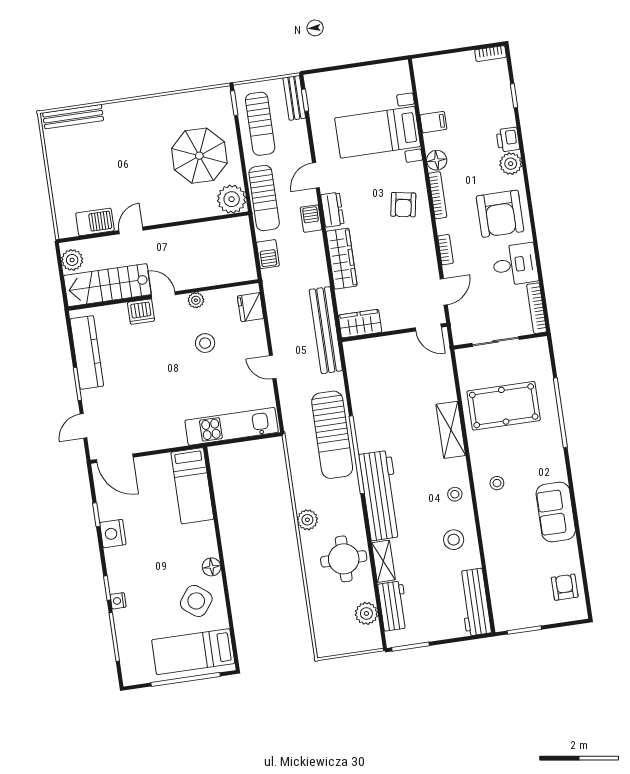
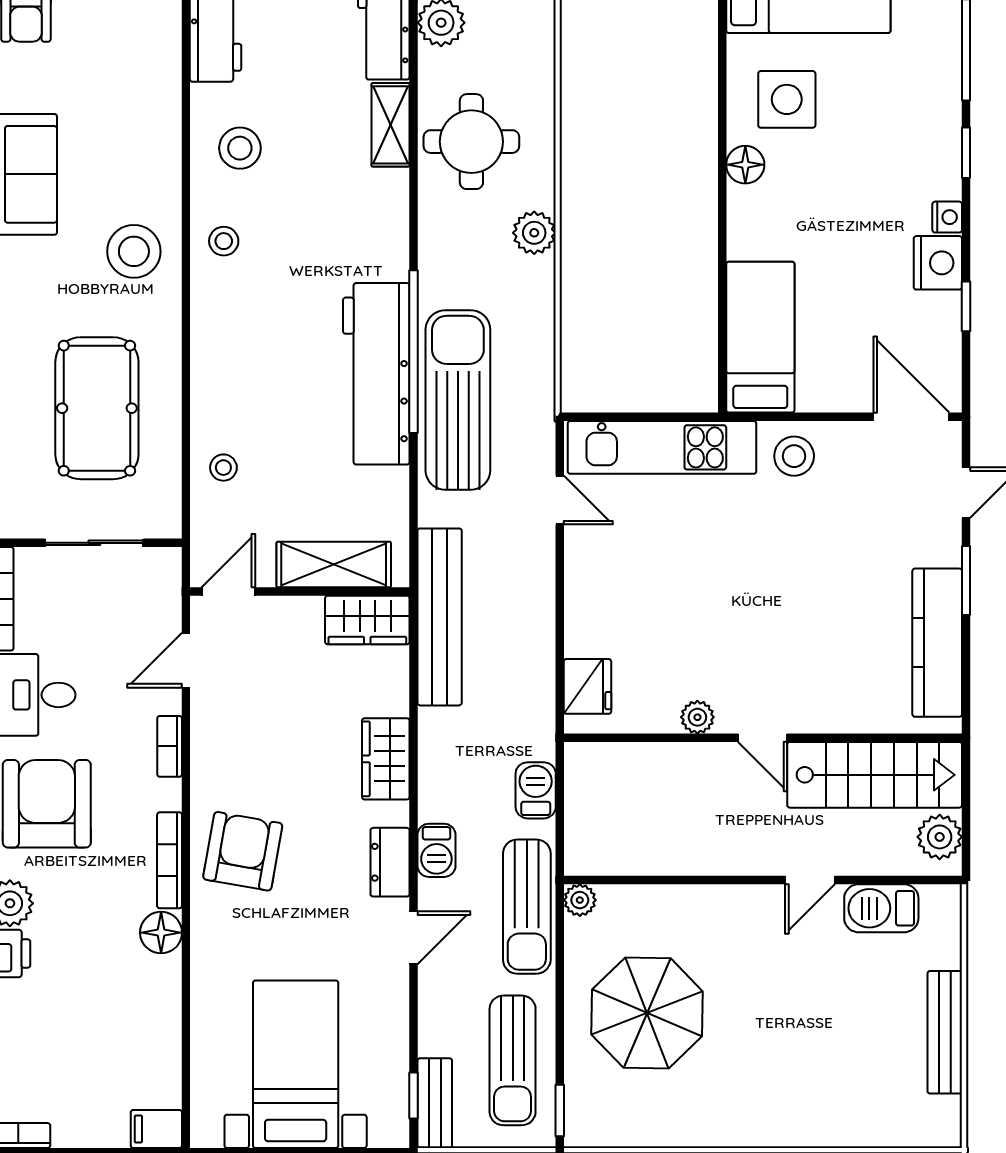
bench: (73, 117) -> (945, 1032), moved, turned 90
filing cabinet: (433, 122) -> (156, 1129), moved
sun lounger: (260, 124) -> (513, 1060), turned 180
bed with nightstands: (378, 132) -> (296, 1064), moved, turned -90
sun lounger: (264, 198) -> (527, 907), turned 180
plant: (232, 199) -> (580, 900), width x0.53, depth x0.53
armchair: (403, 205) -> (243, 851), width x1.38, depth x1.38
wardrobe: (342, 259) -> (386, 759), width x0.67
dishwasher: (141, 312) -> (814, 710), removed
door: (428, 327) -> (228, 592), hinge flipped
stool: (205, 343) -> (794, 456), moved
door: (273, 367) -> (560, 500), moved
stool: (439, 386) -> (223, 468), added
pool table: (504, 406) -> (97, 408), turned 90
shelving: (451, 430) -> (334, 565), moved, turned 90
stool: (497, 483) -> (134, 251), width x1.89, depth x1.89
workbench: (381, 495) -> (376, 374), moved
nightstand: (118, 601) -> (947, 217), moved
side table: (196, 601) -> (787, 99), turned -37

